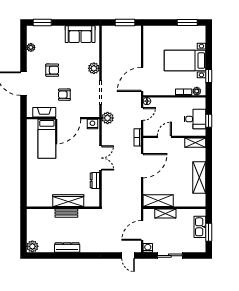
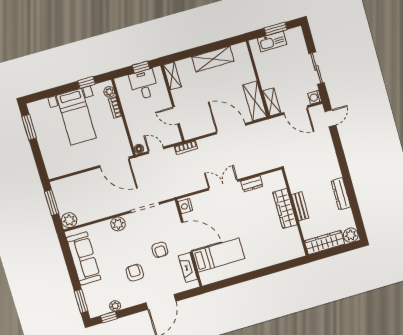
sofa: (80, 34) -> (84, 258), width x1.36
window: (23, 40) -> (109, 317), added
plant: (108, 118) -> (69, 220), moved
door: (142, 166) -> (231, 129), moved
shelving: (165, 213) -> (272, 102), moved
wardrobe: (33, 224) -> (325, 243), added

